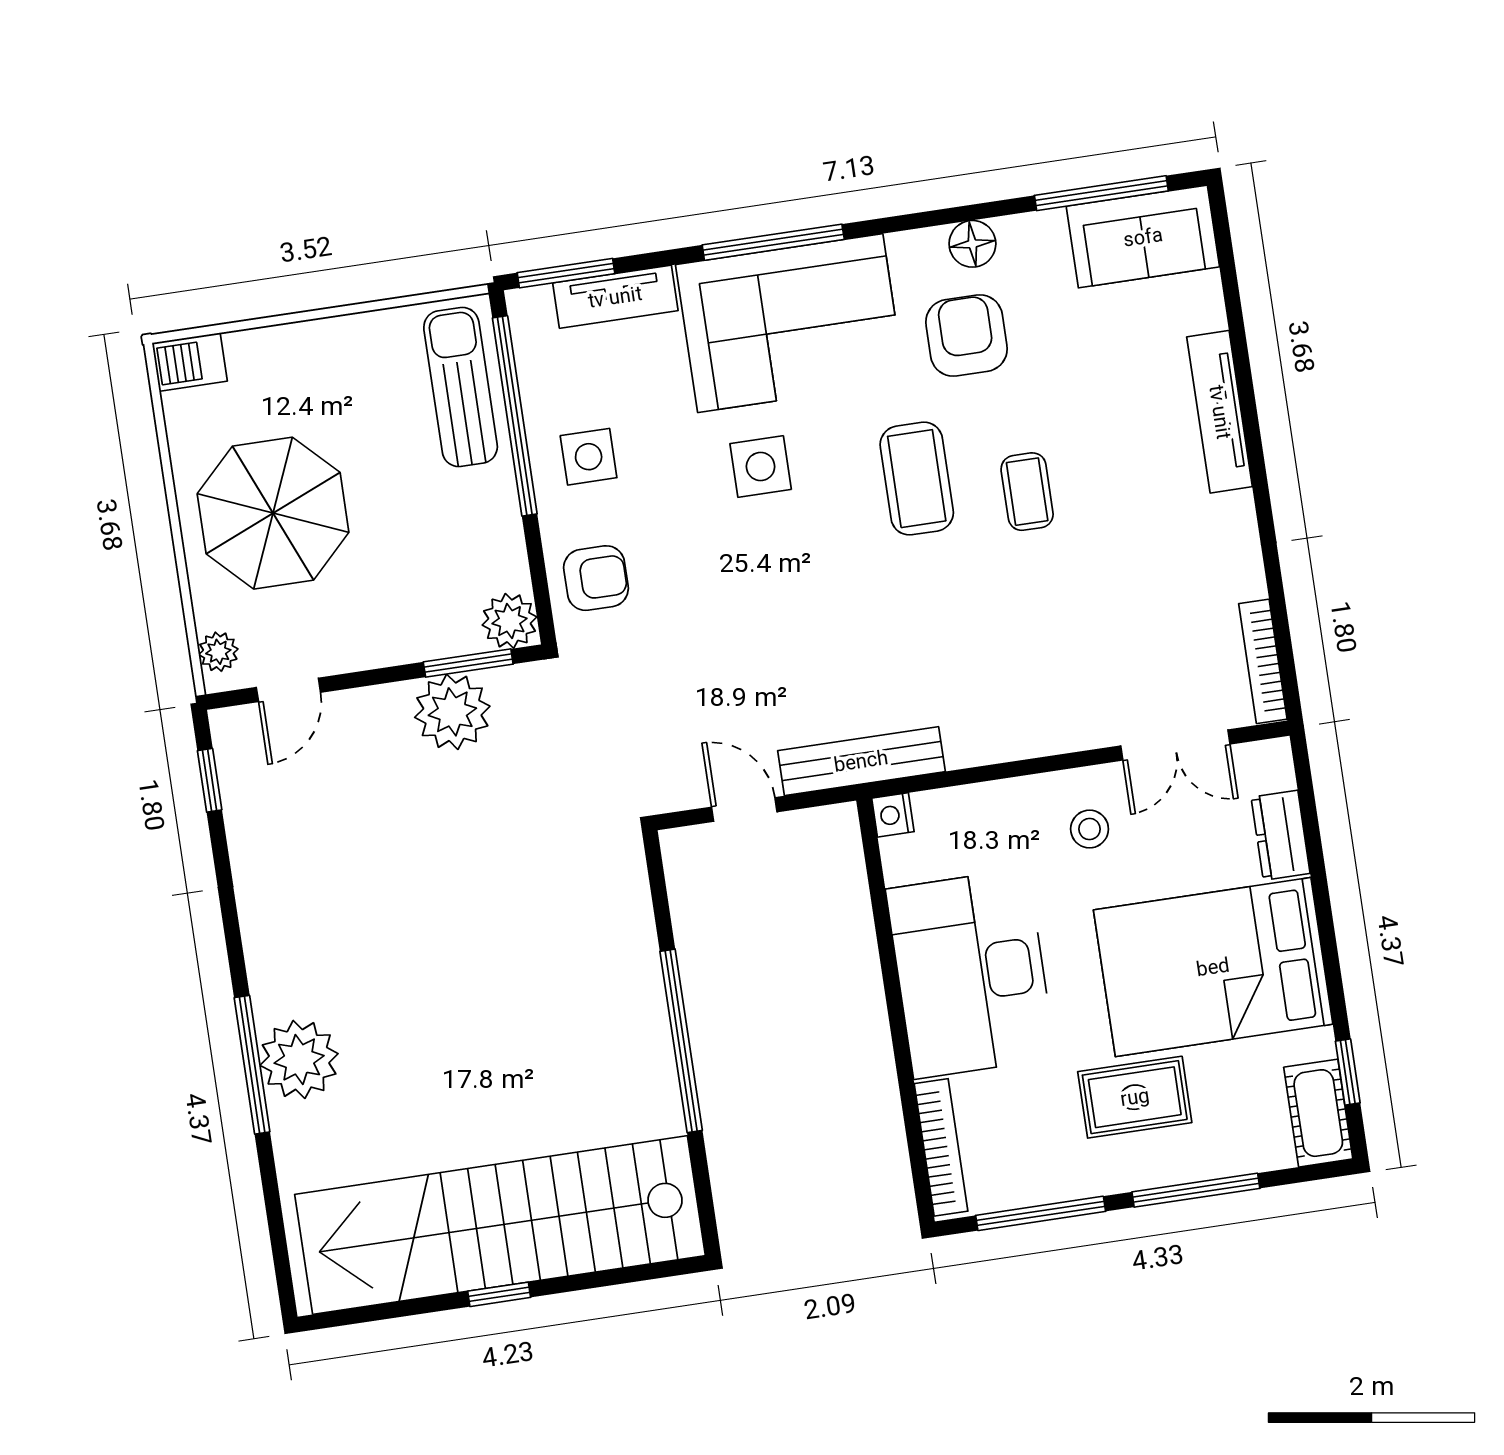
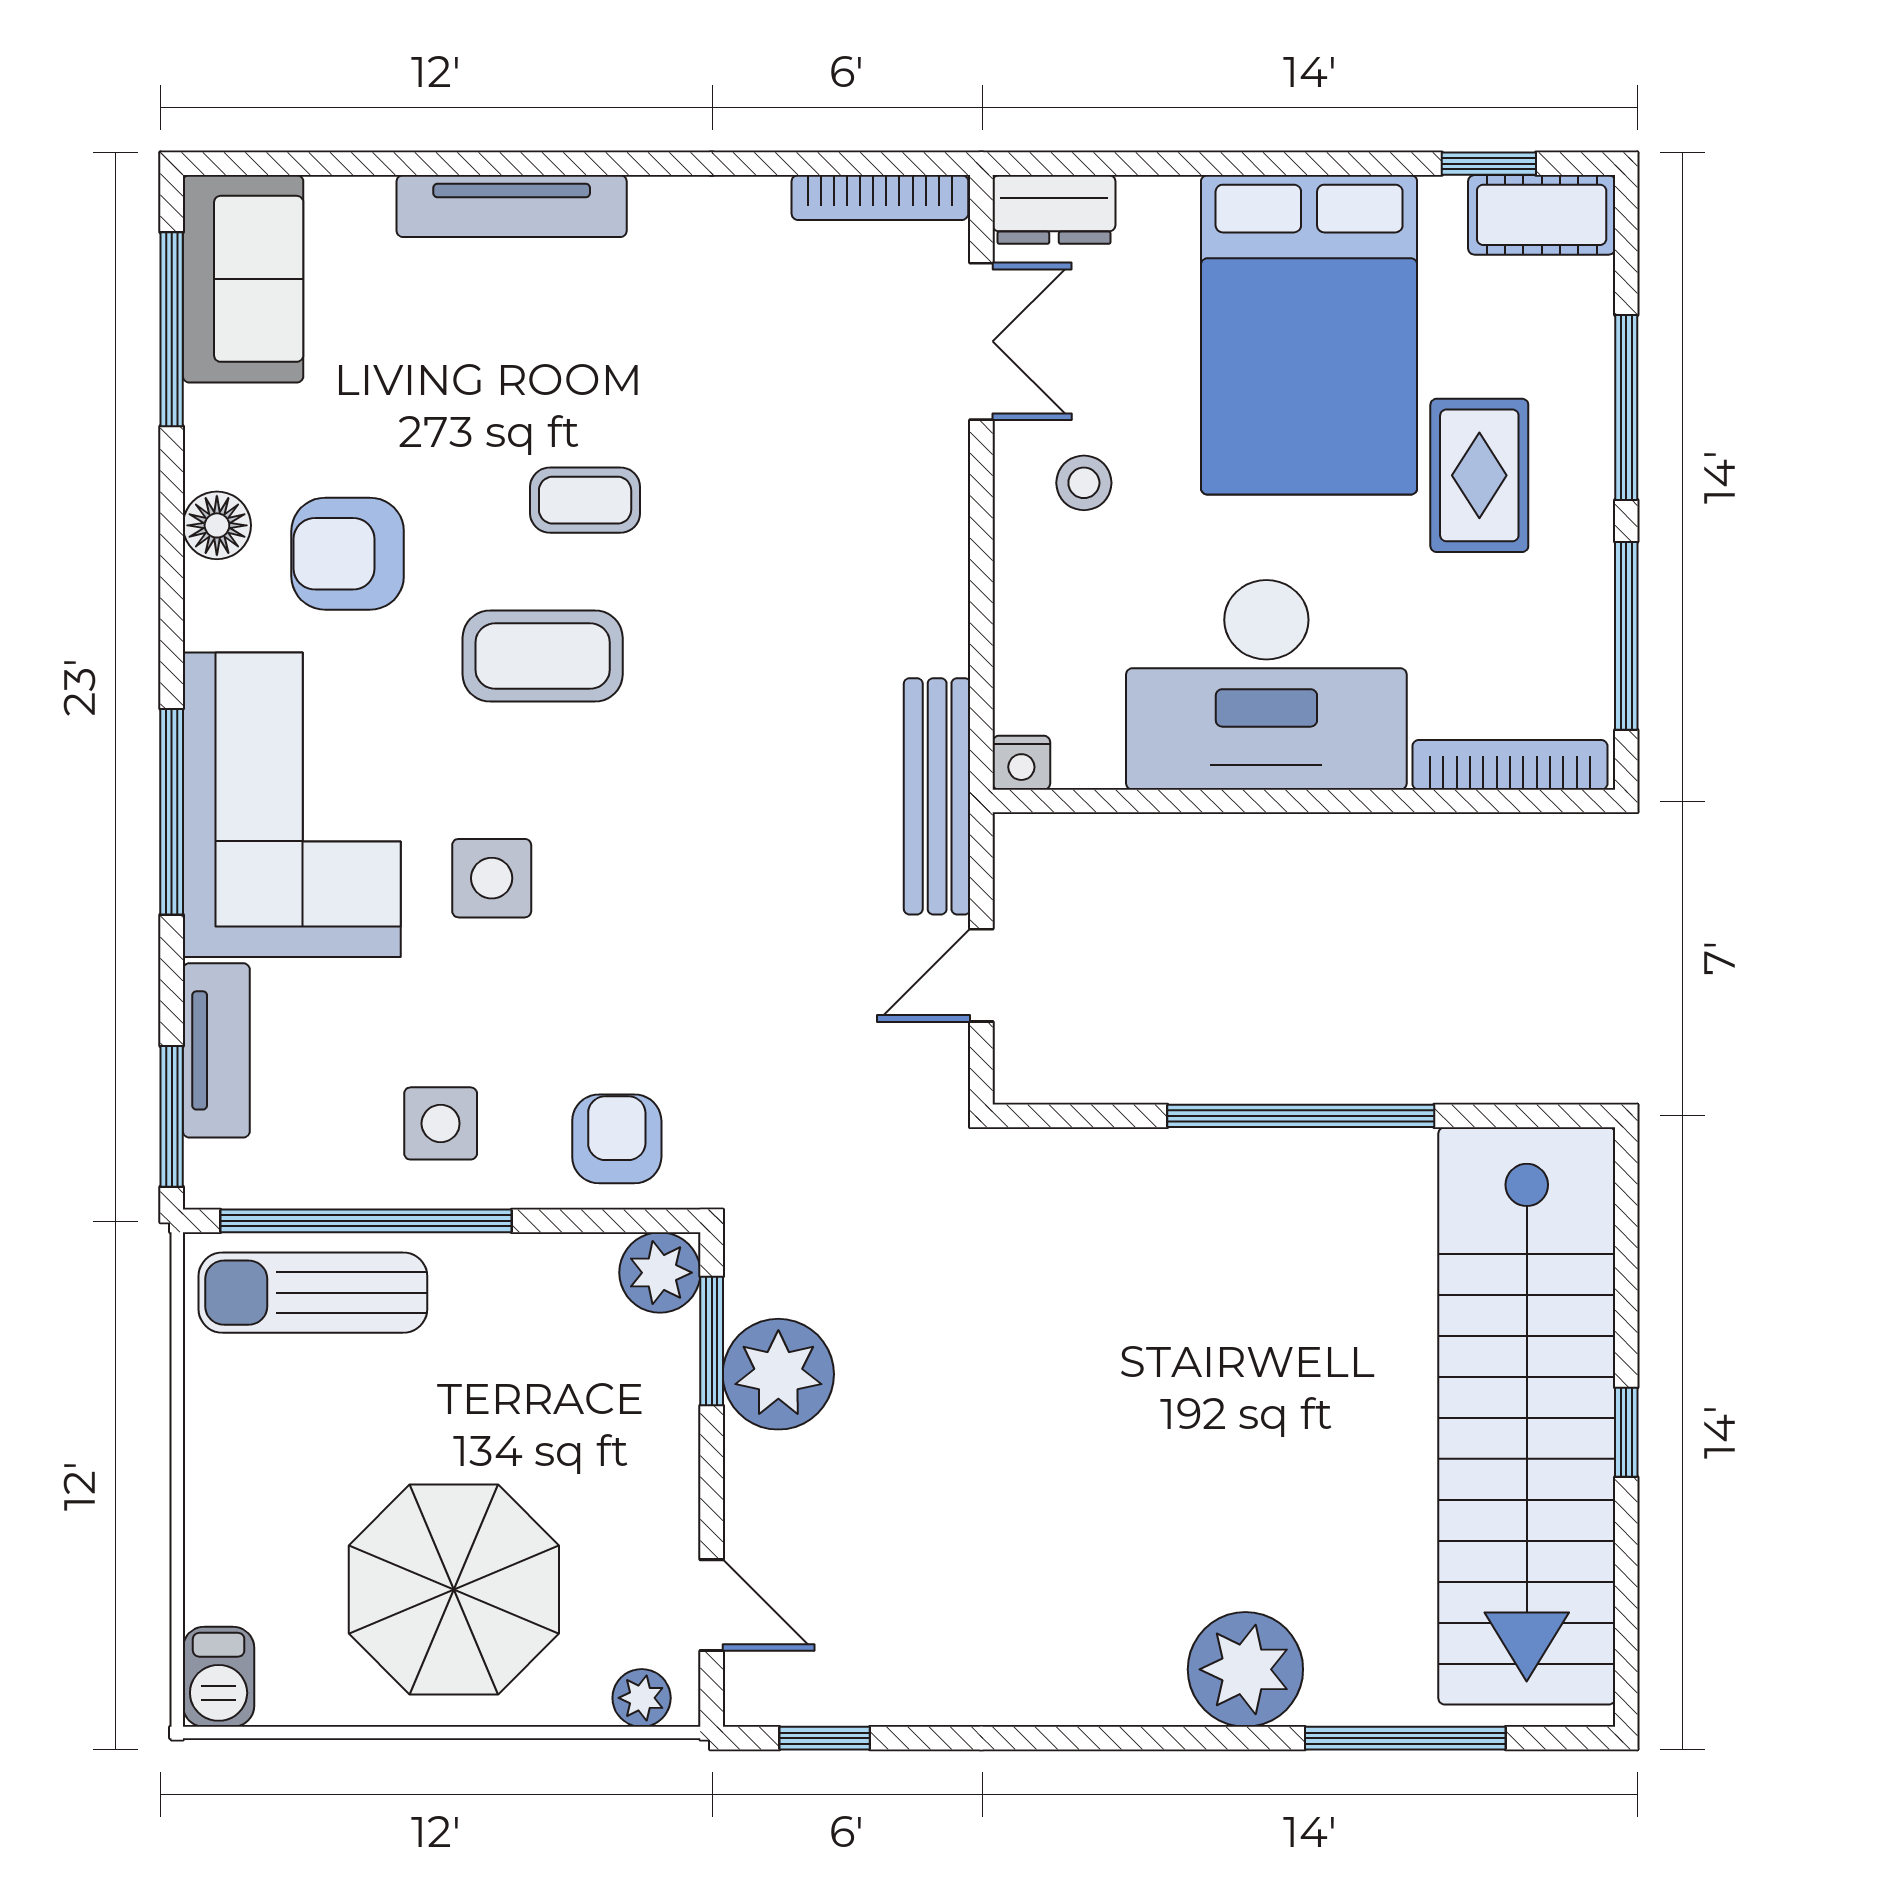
dresser: (1281, 835) -> (1054, 209), moved
window: (252, 1065) -> (1405, 1738), moved

